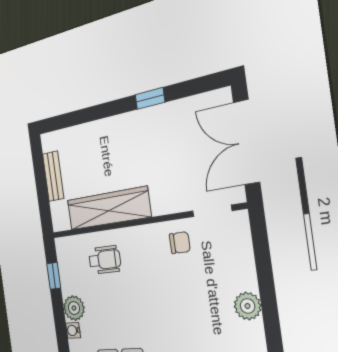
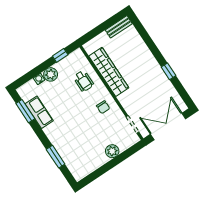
bench: (53, 176) -> (119, 27), moved
chair: (180, 243) -> (103, 107), moved
plant: (248, 306) -> (112, 151), moved

